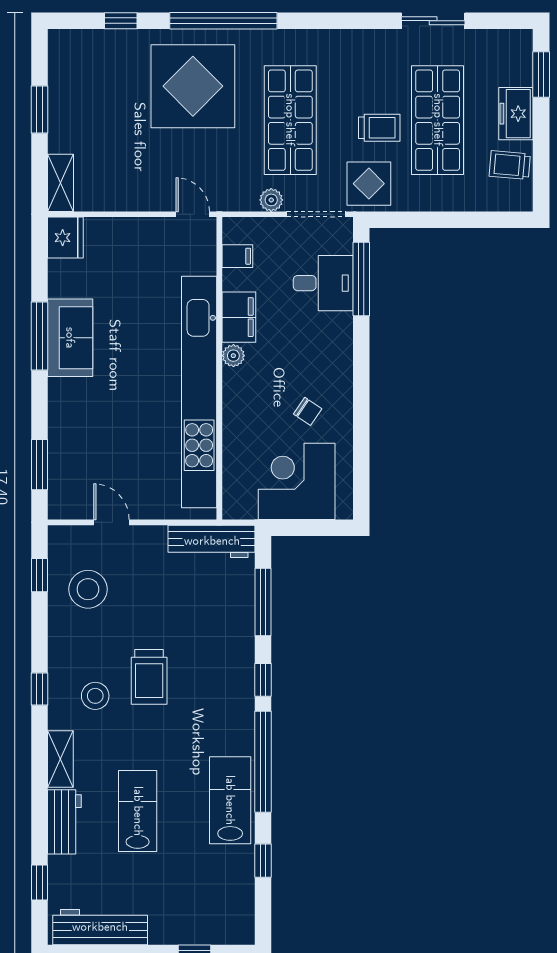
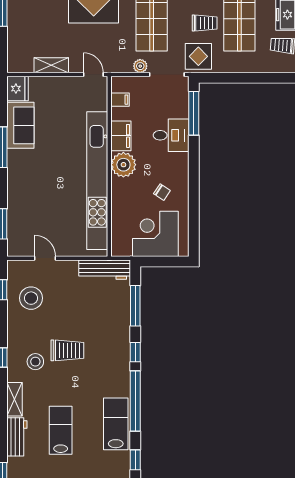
shelving: (61, 183) -> (51, 65), moved, turned 90
desk: (323, 283) -> (171, 135), moved
sofa: (70, 338) -> (20, 125), moved
plant: (233, 356) -> (123, 165), width x1.87, depth x1.87
trolley: (149, 677) -> (67, 350), turned -90

